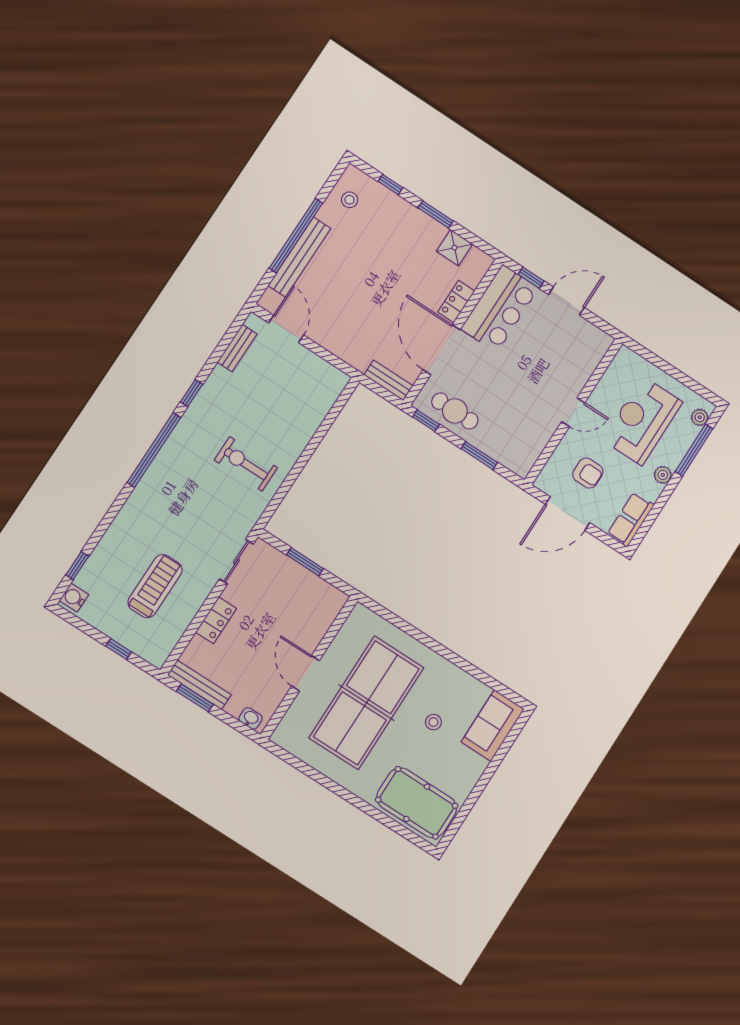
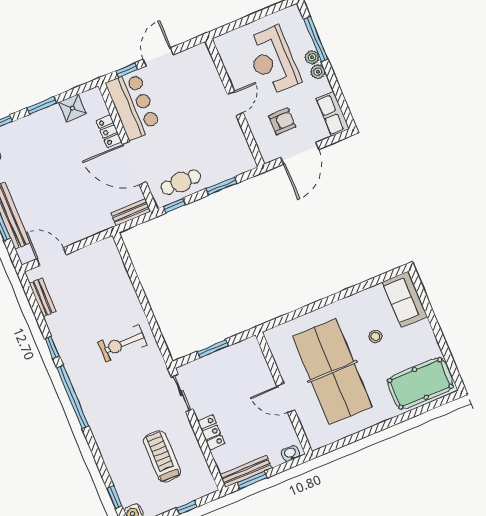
plant: (700, 417) -> (312, 57), moved

